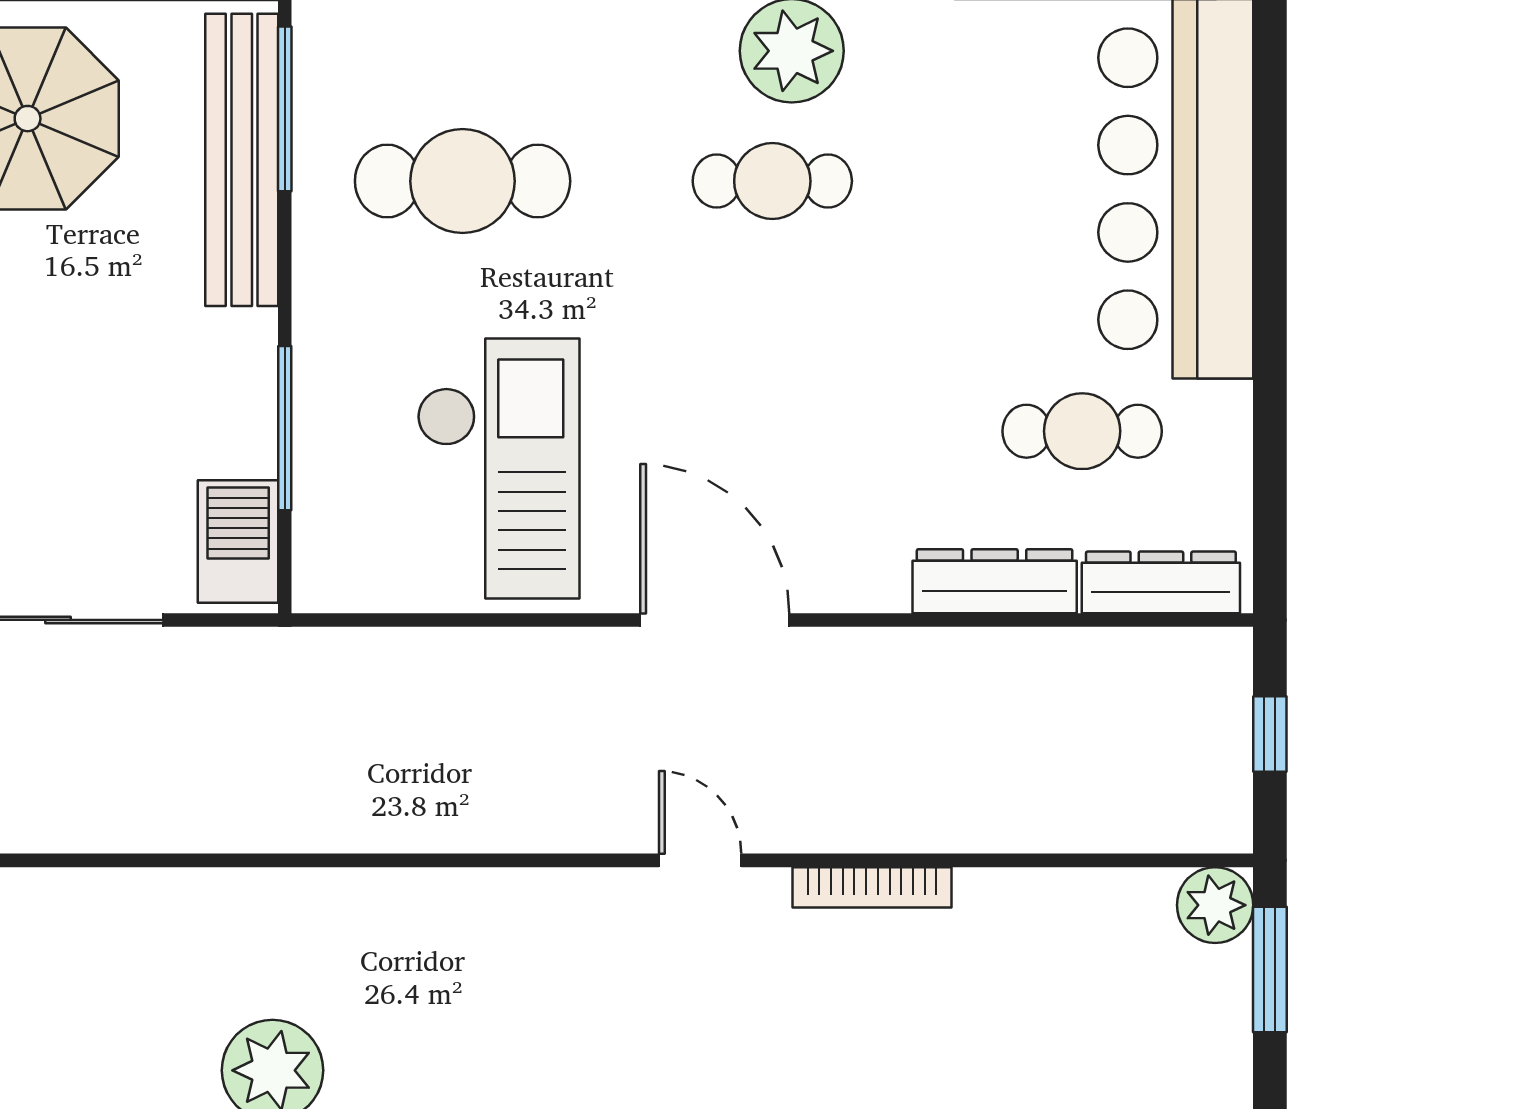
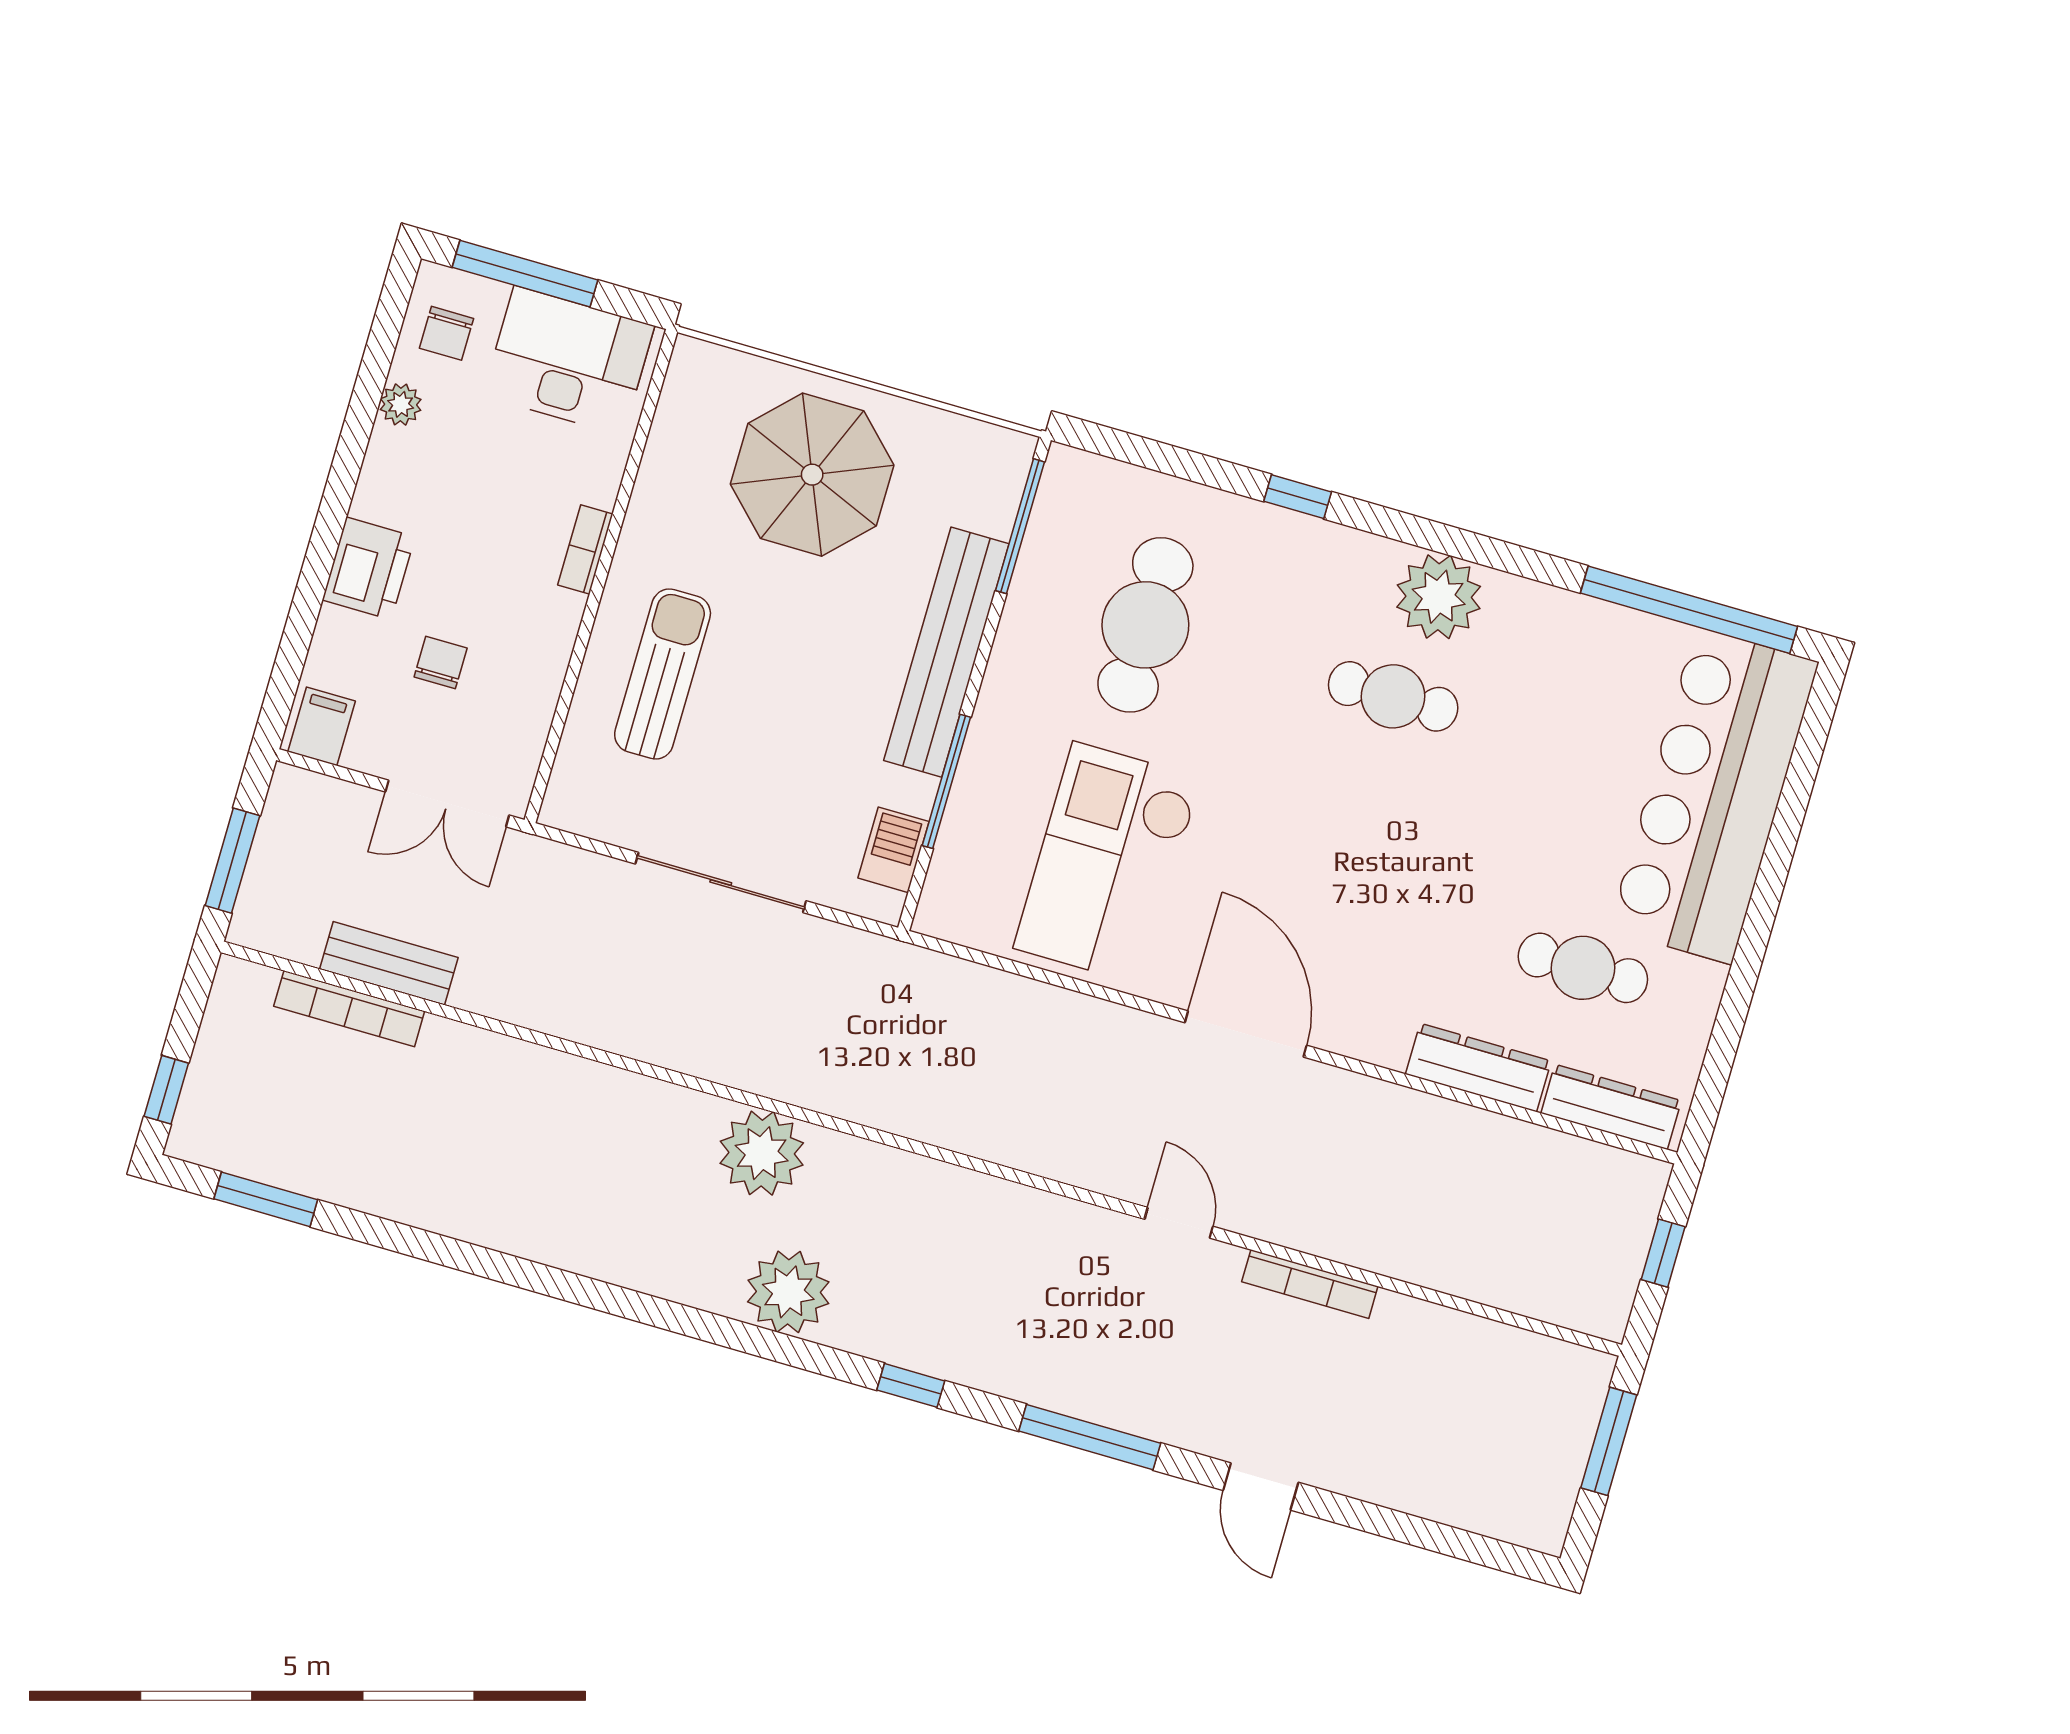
bench: (242, 160) -> (946, 652), moved
cafe table: (463, 181) -> (1145, 625), turned 90
checkout: (498, 469) -> (1108, 863), turned 180
barbecue: (238, 542) -> (893, 850), width x0.73, depth x0.79
plant: (1215, 905) -> (762, 1153), moved, width x1.36, depth x1.36

